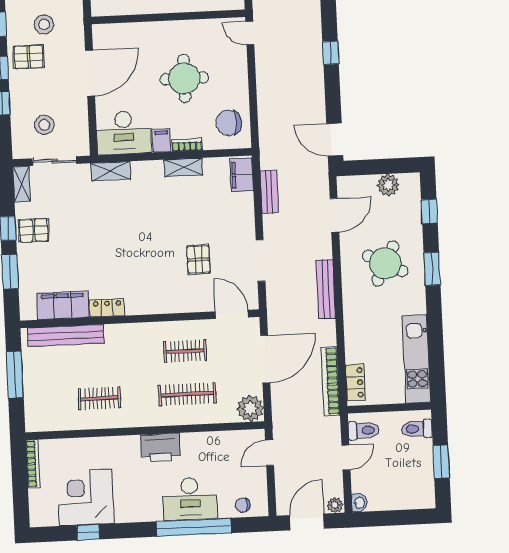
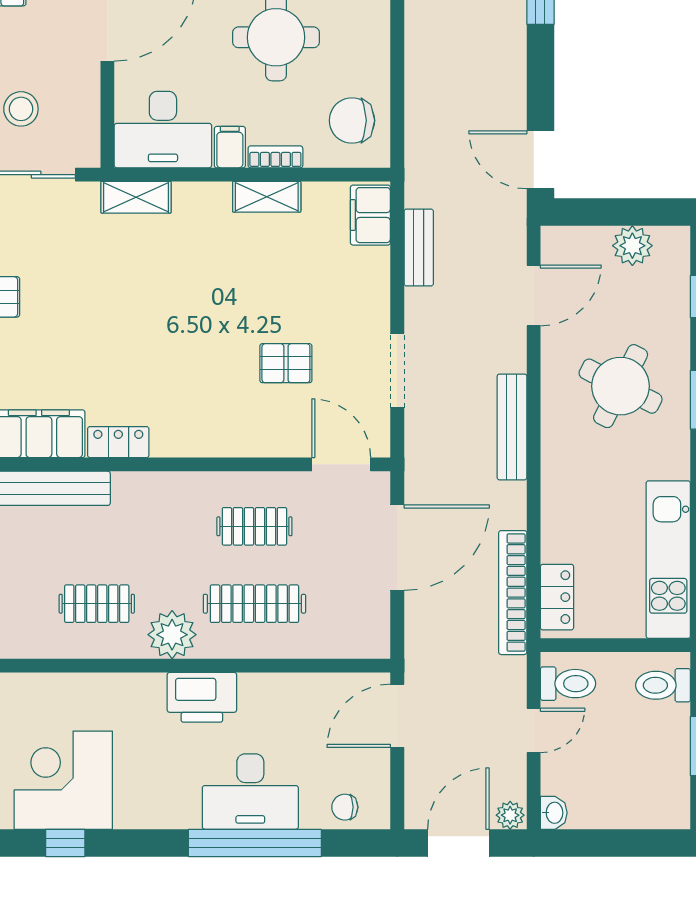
pallet: (198, 260) -> (286, 363), turned 90
plant: (250, 408) -> (172, 635), moved
door: (270, 453) -> (397, 716), width x1.38

